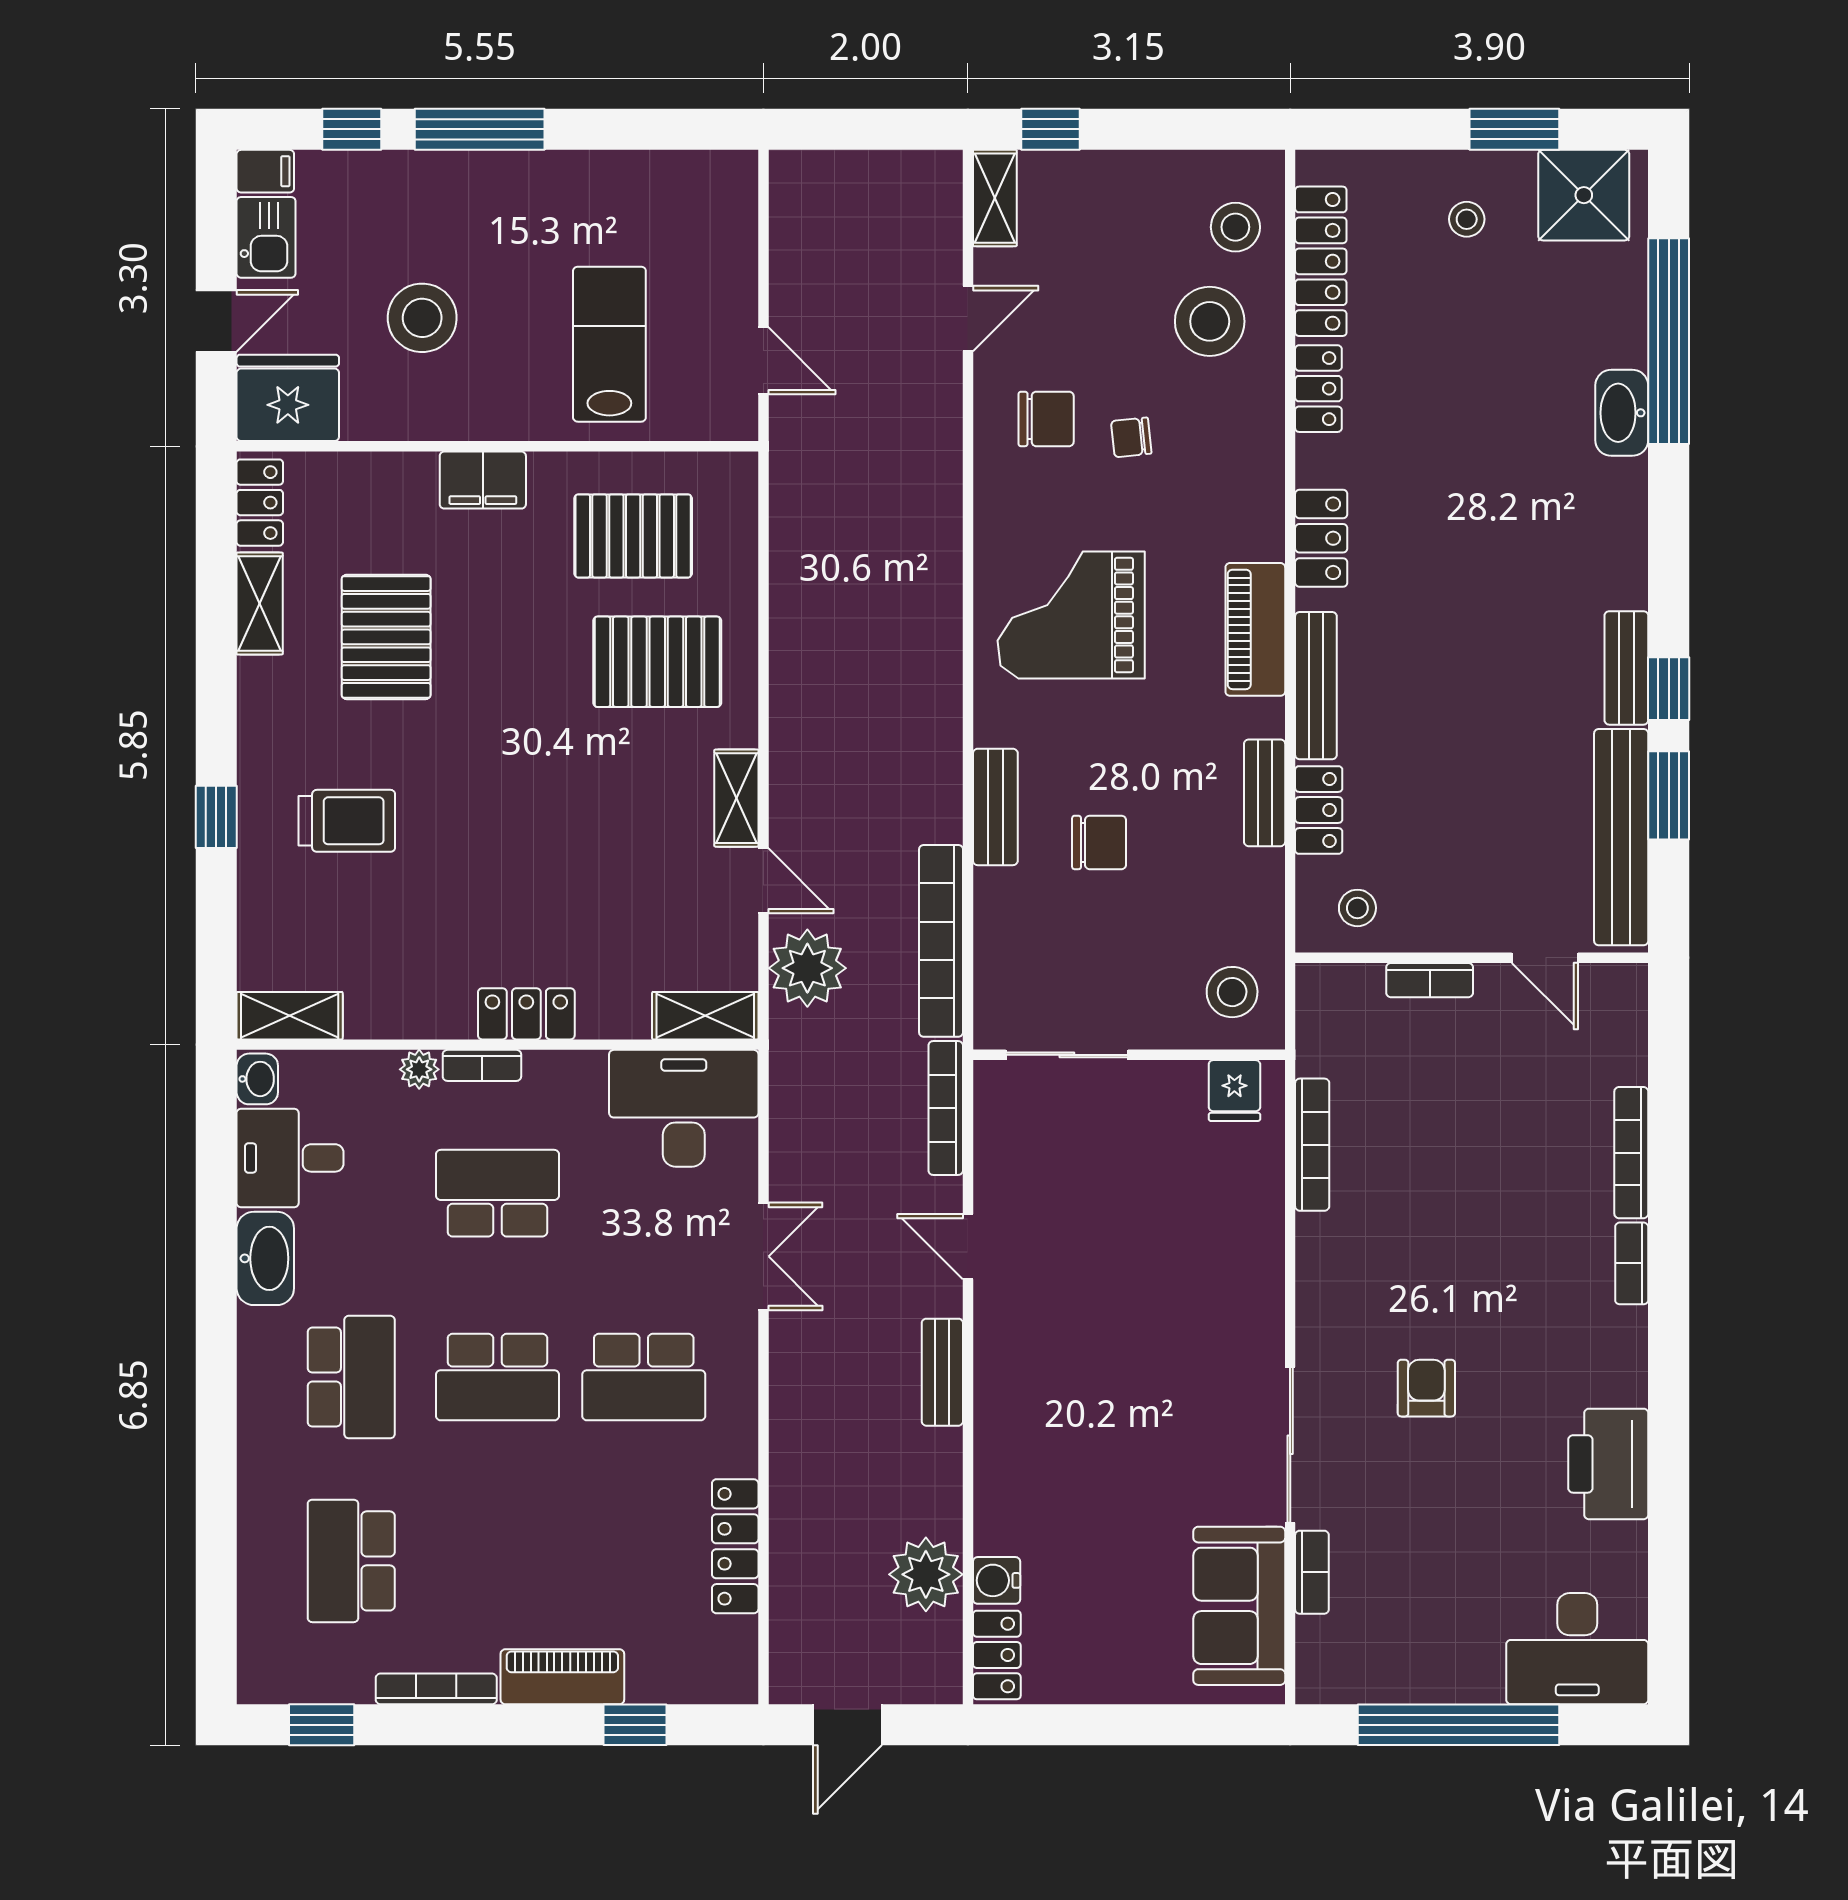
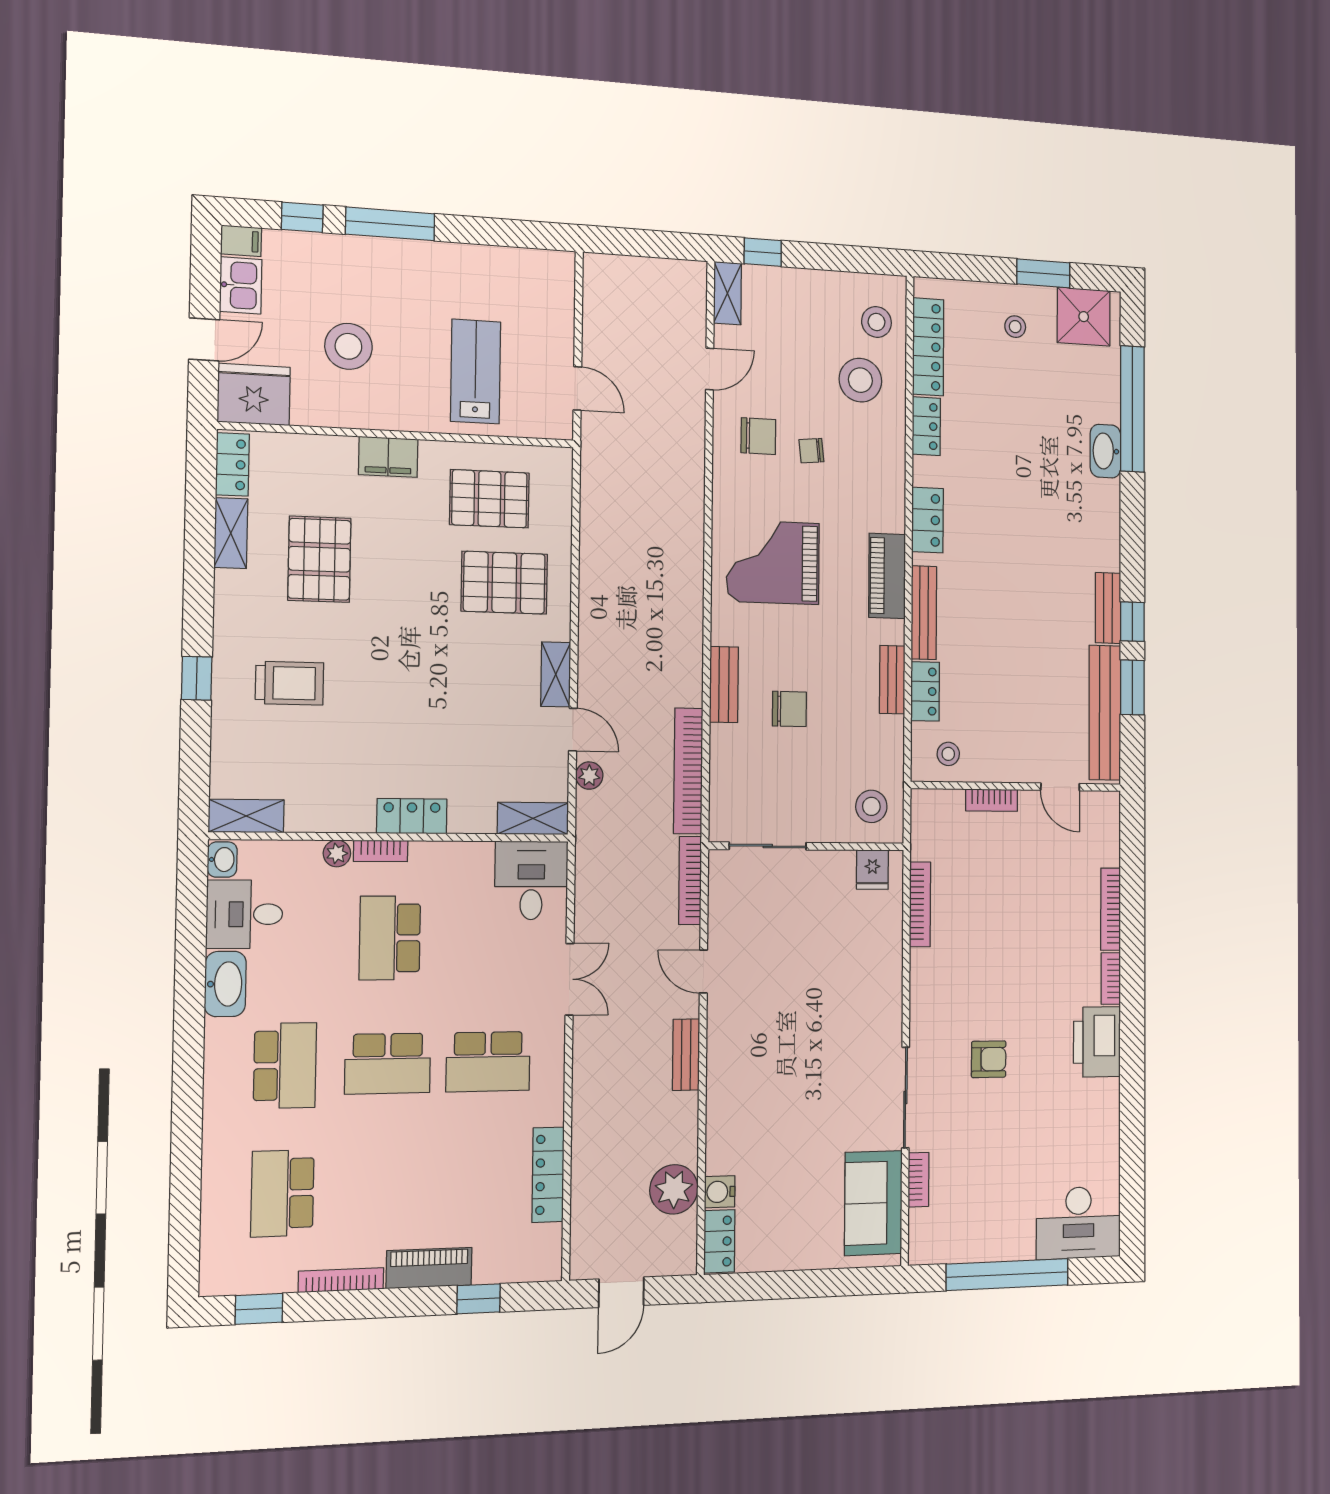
plant: (807, 968) -> (589, 776), width x0.53, depth x0.53
desk: (684, 1108) -> (531, 880), width x0.73
school desk: (497, 1193) -> (390, 938), turned -90
armchair: (1426, 1388) -> (989, 1059), turned 90
printer: (1608, 1464) -> (1097, 1042), moved

